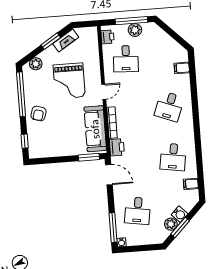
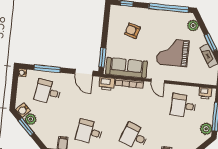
plant: (135, 30) -> (206, 129), moved
armchair: (38, 114) -> (133, 31), moved
door: (109, 175) -> (84, 72), hinge flipped
water cooler: (180, 214) -> (23, 110), moved
window: (113, 227) -> (47, 69), moved

